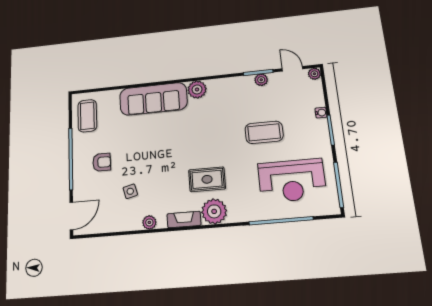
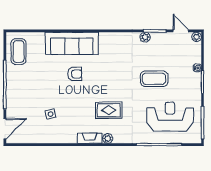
plant: (261, 80) -> (145, 37), moved
plant: (197, 89) -> (106, 39), removed
armchair: (102, 162) -> (75, 74), moved
reception desk: (292, 181) -> (170, 117), turned 180
plant: (214, 211) -> (108, 138), width x0.53, depth x0.53
plant: (149, 222) -> (64, 138), removed

